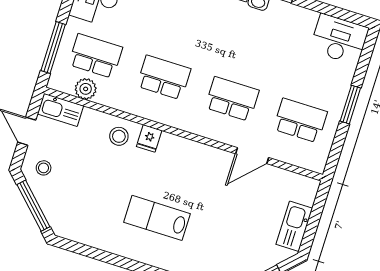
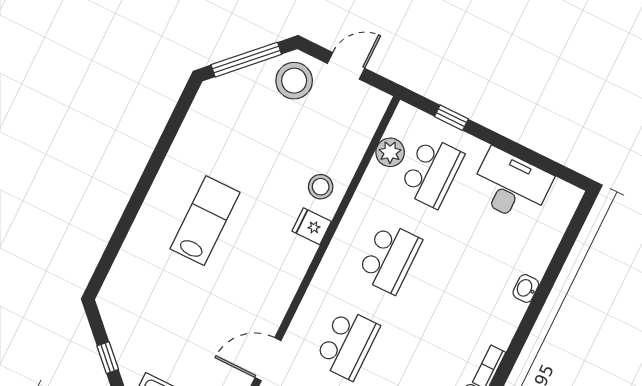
window: (53, 47) -> (451, 118), width x0.46
kitchen sink: (60, 110) -> (367, 115), removed
door: (252, 156) -> (268, 359), hinge flipped
stool: (44, 168) -> (294, 81), width x1.89, depth x1.89

